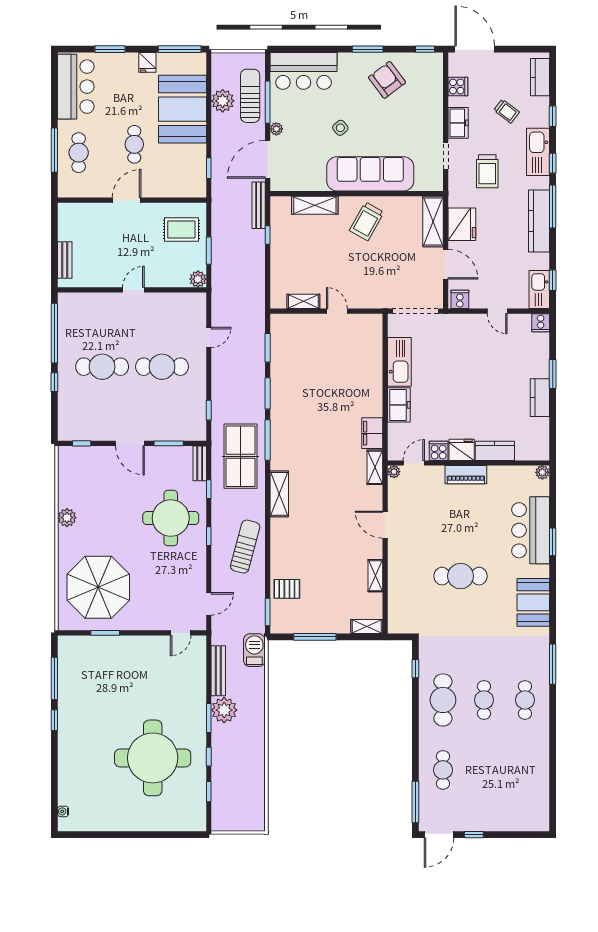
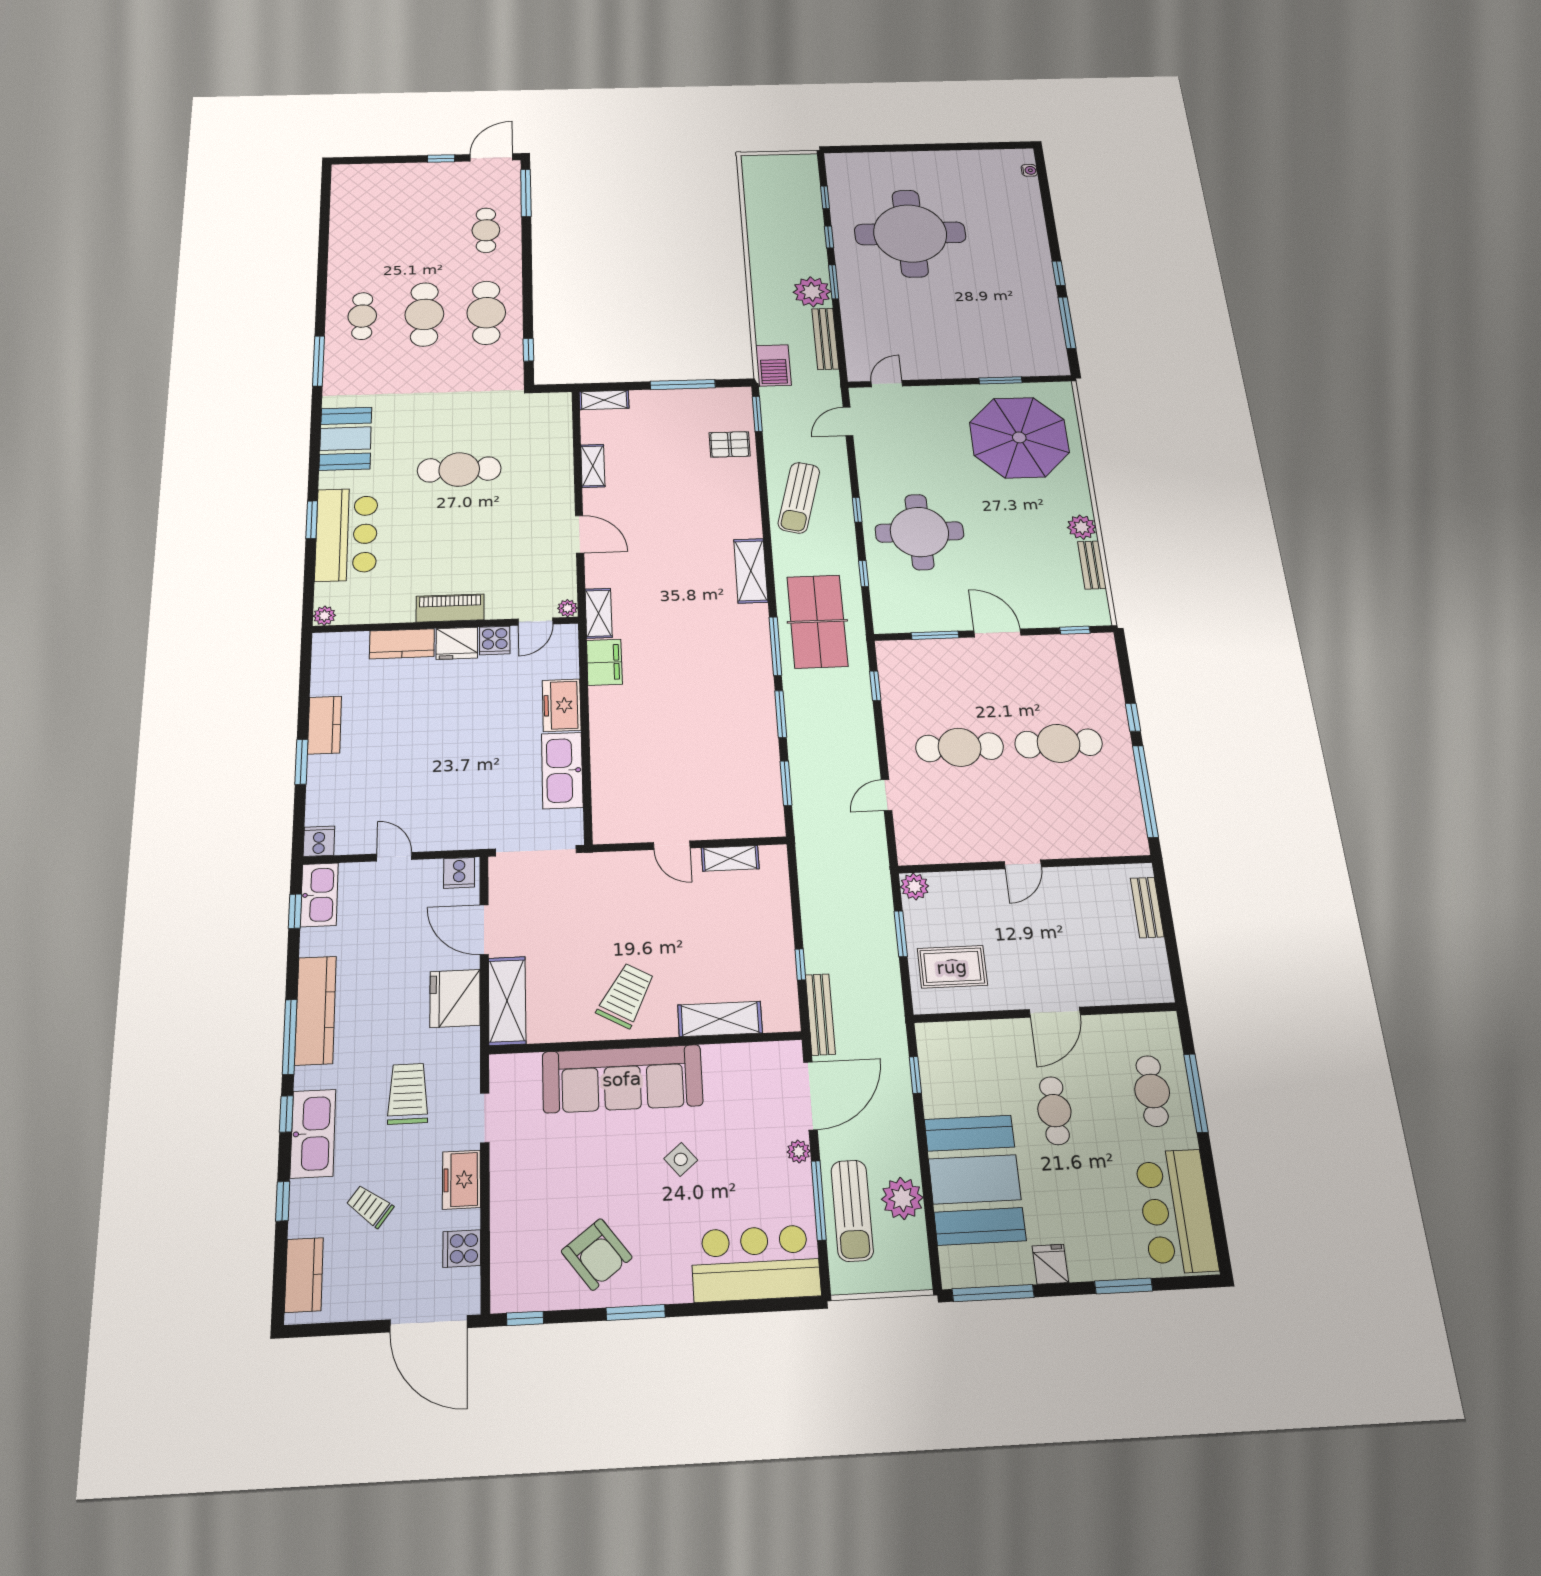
bench: (200, 463) -> (1092, 565), moved
cafe table: (484, 700) -> (424, 314), width x1.37, depth x1.35

